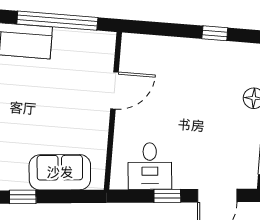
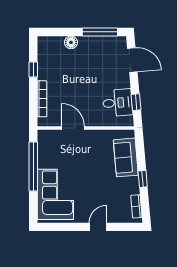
bookcase: (166, 44) -> (42, 99), added
window: (167, 196) -> (136, 102), moved

